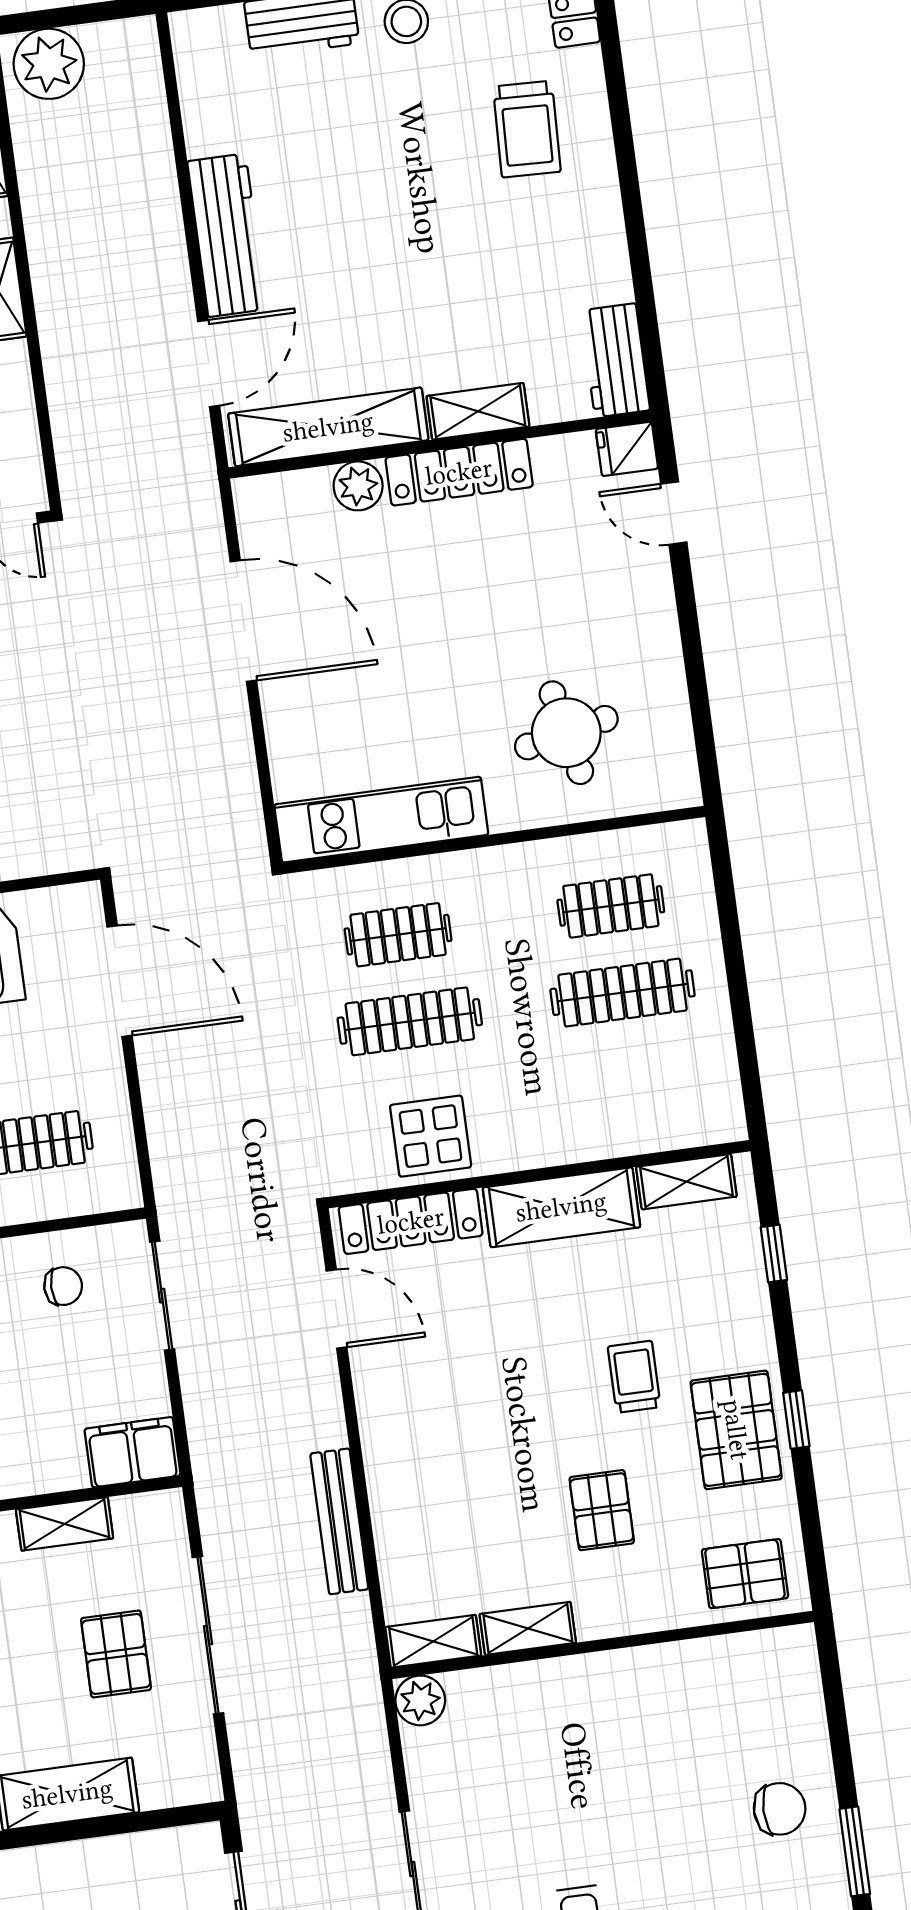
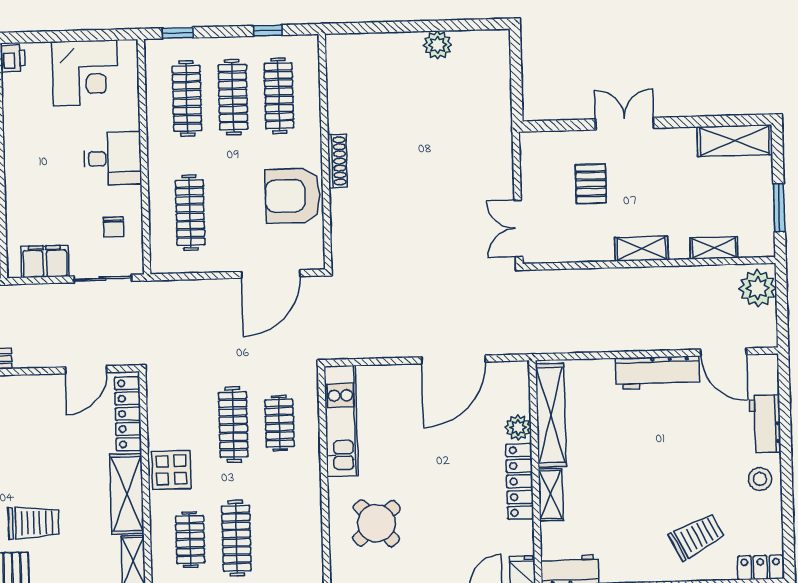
trolley: (527, 129) -> (696, 536), turned 151
door: (209, 364) -> (724, 352), moved
round table: (566, 733) -> (376, 523), turned -30
clothes rail: (611, 906) -> (190, 539), moved
display table: (431, 1136) -> (171, 470), moved
trolley: (634, 1377) -> (34, 523), width x1.36, depth x1.39
filing cabinet: (132, 1452) -> (45, 262), moved, turned -90

